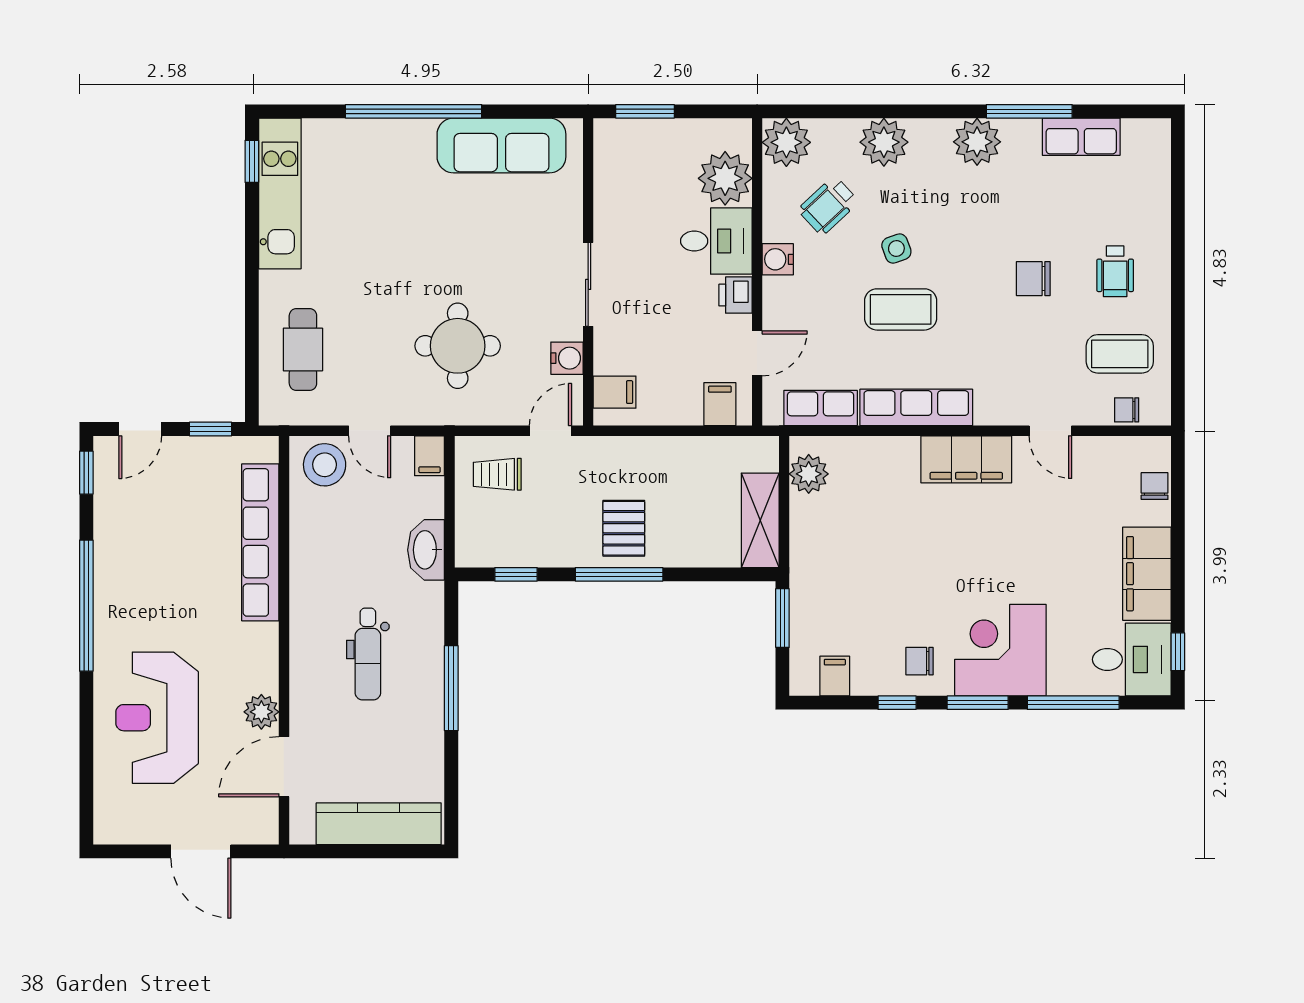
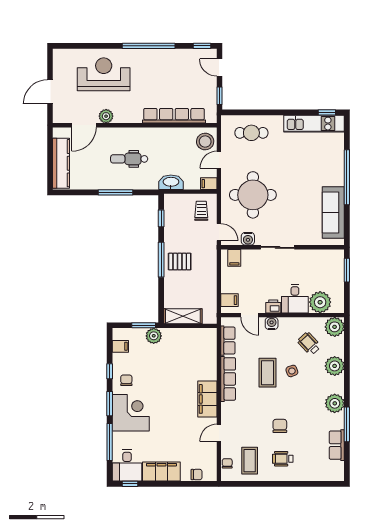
water cooler: (778, 259) -> (272, 323), moved
round table: (458, 346) -> (253, 195), width x1.36, depth x1.36
plant: (809, 474) -> (154, 336), moved
door: (284, 767) -> (84, 125), swing flipped

